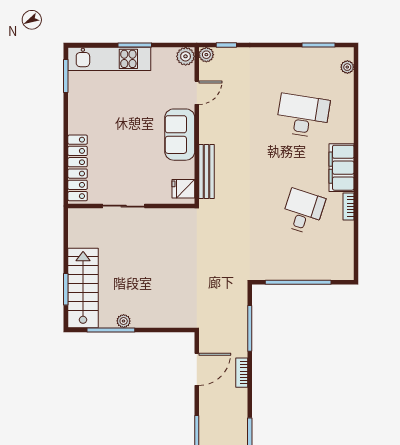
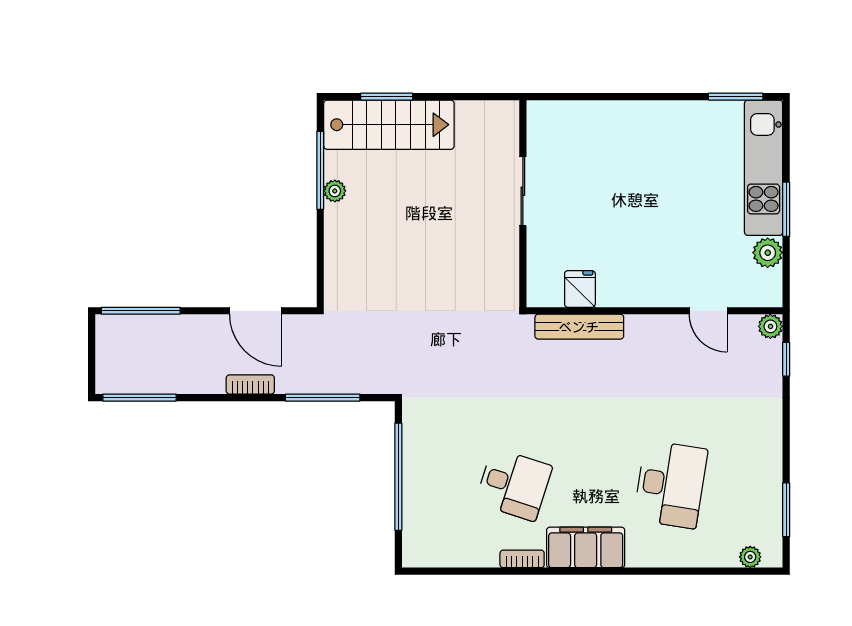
plant: (186, 56) -> (768, 253), moved
sofa: (180, 135) -> (640, 283), removed
locker: (78, 168) -> (585, 116), removed
fridge: (183, 189) -> (580, 289), moved

